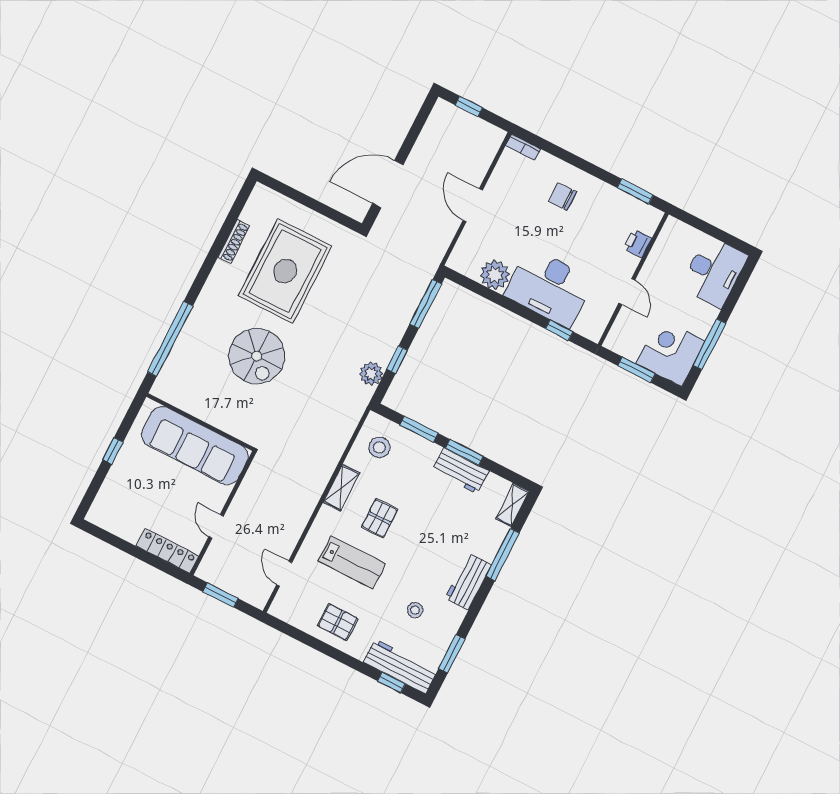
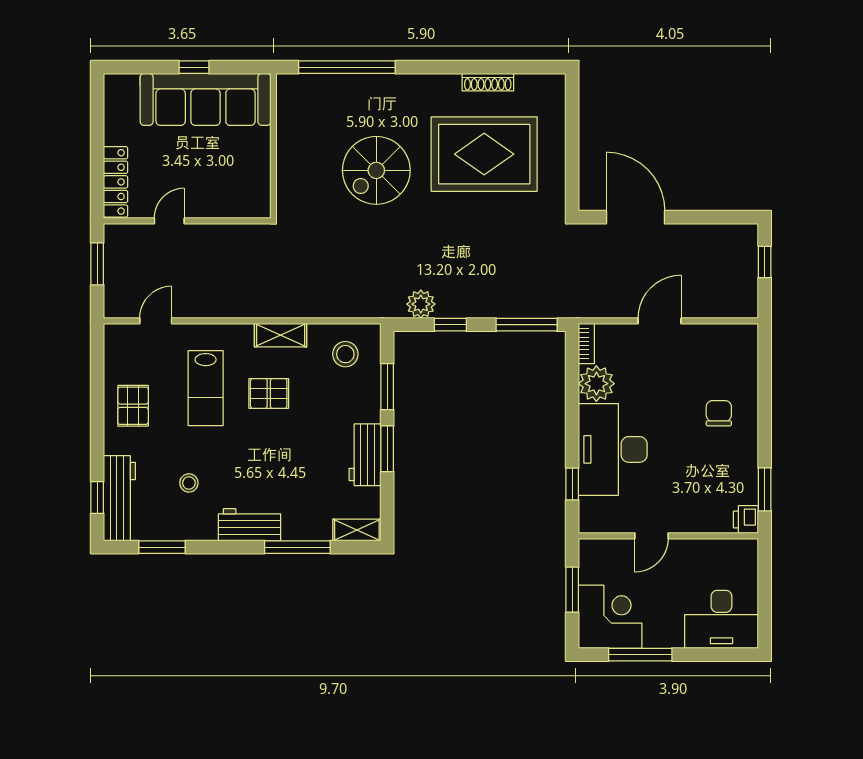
bookcase: (523, 147) -> (586, 344), moved, turned 180
printer: (638, 243) -> (746, 520), moved, turned -90
sofa: (195, 446) -> (206, 99), moved, turned -90

